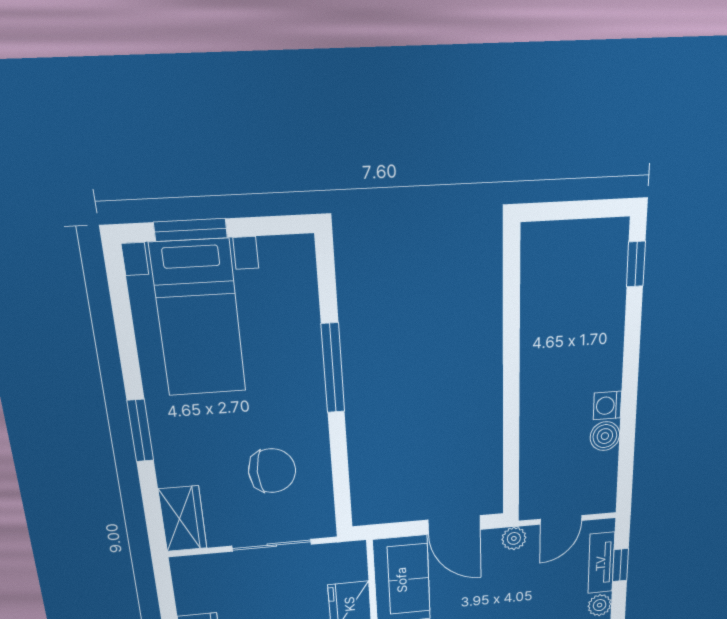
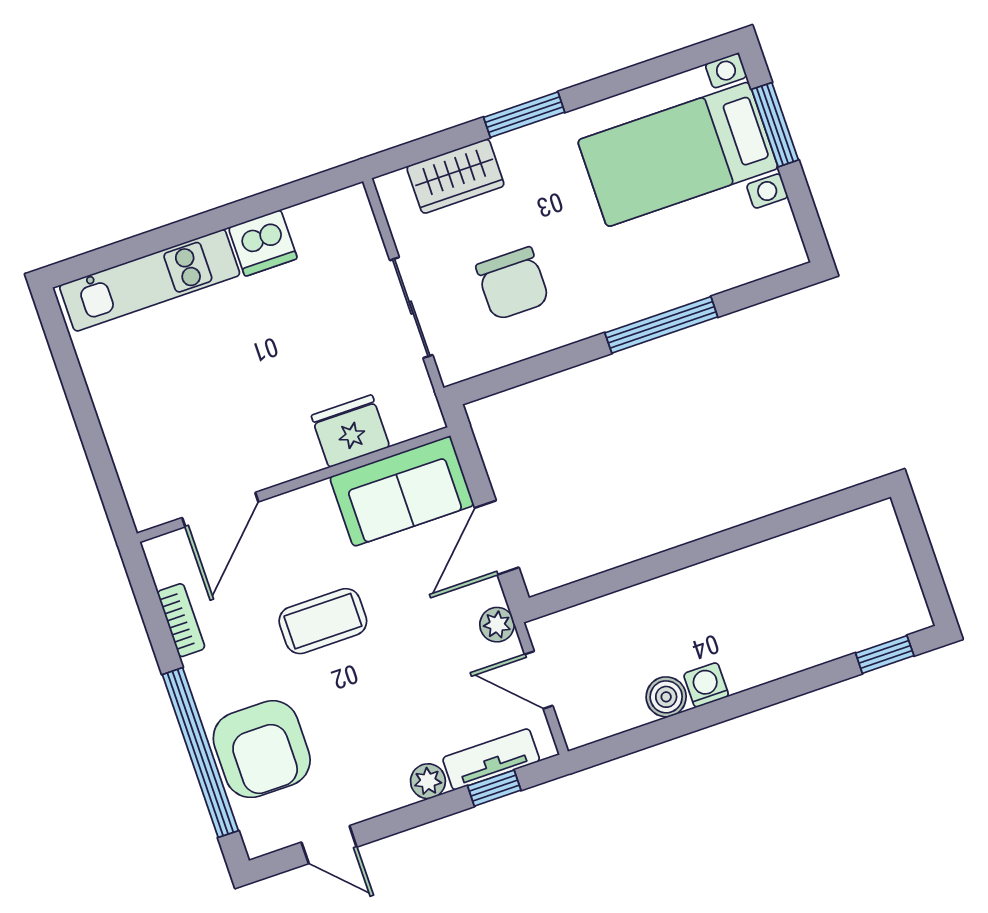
wardrobe: (183, 519) -> (455, 176), moved

